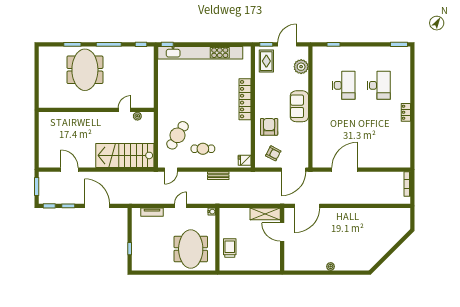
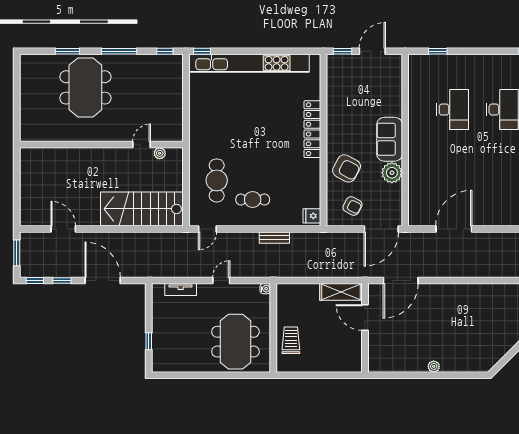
rug: (266, 61) -> (343, 75), removed
plant: (301, 67) -> (392, 173), moved
armchair: (269, 127) -> (347, 168), turned 118
cafe table: (178, 135) -> (217, 180), turned -32

